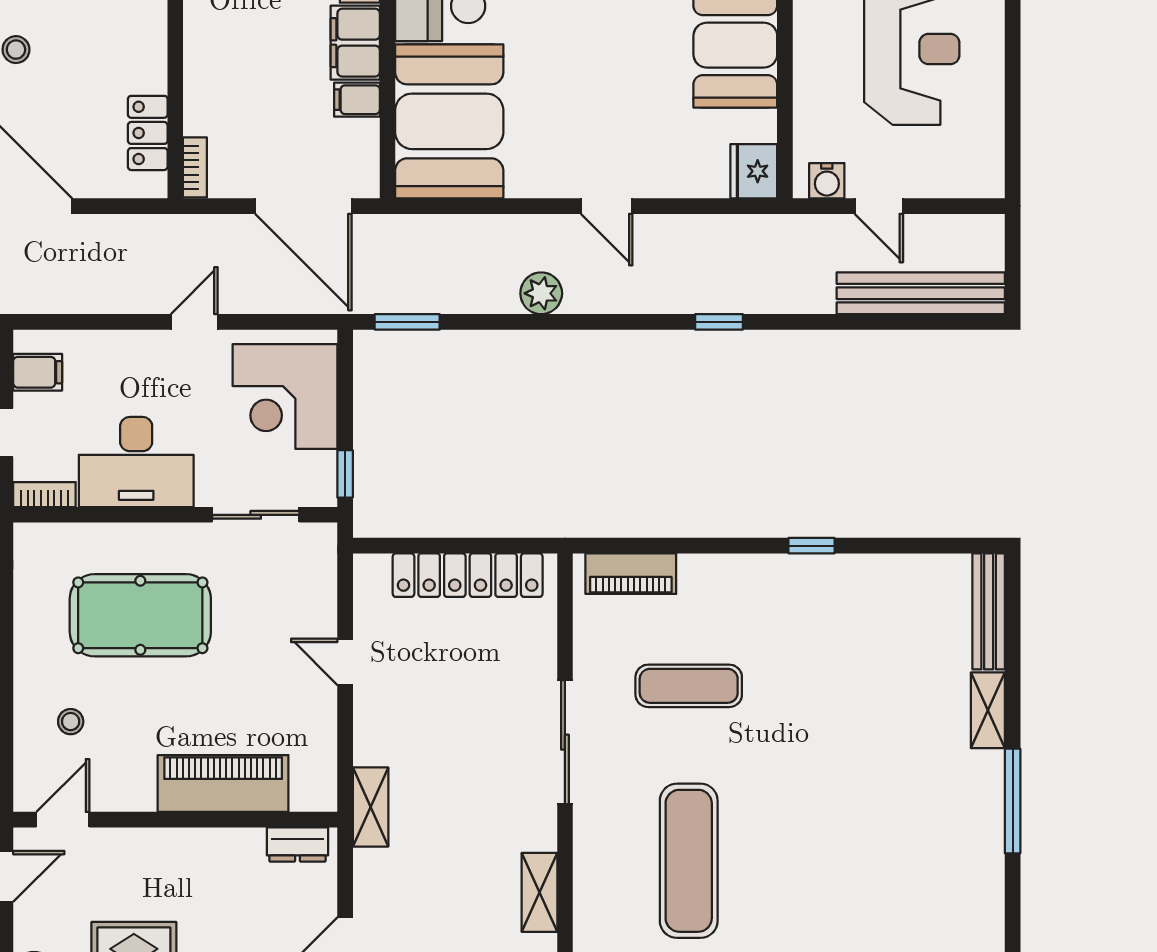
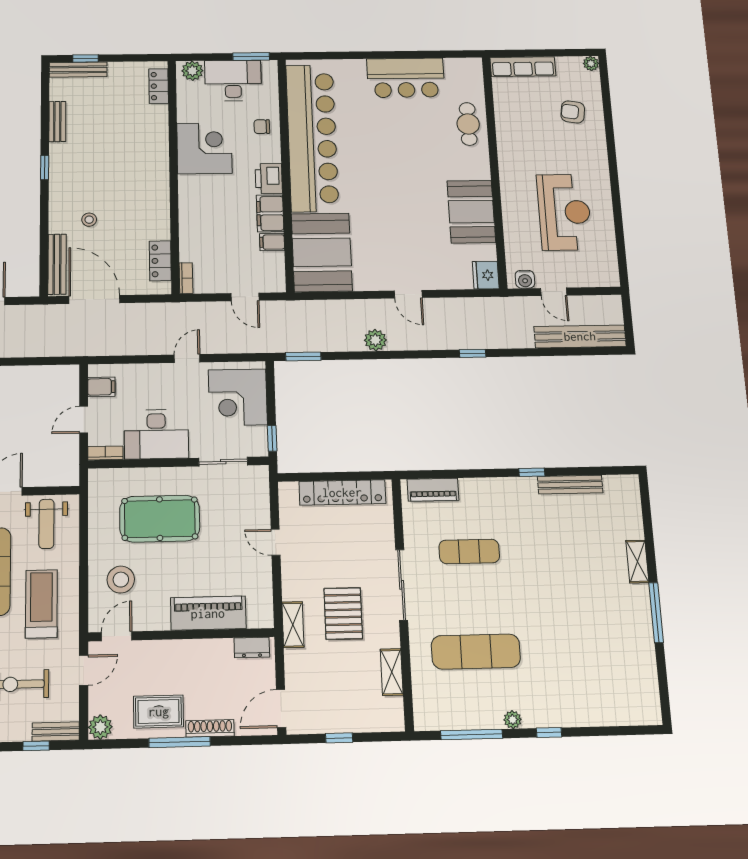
door: (303, 206) -> (245, 297), width x0.53
bench: (989, 611) -> (570, 485), moved, turned 90
stool: (71, 722) -> (121, 580), width x1.89, depth x1.89
pallet: (460, 790) -> (343, 613), added
exercise mat: (689, 861) -> (476, 652), turned 90

